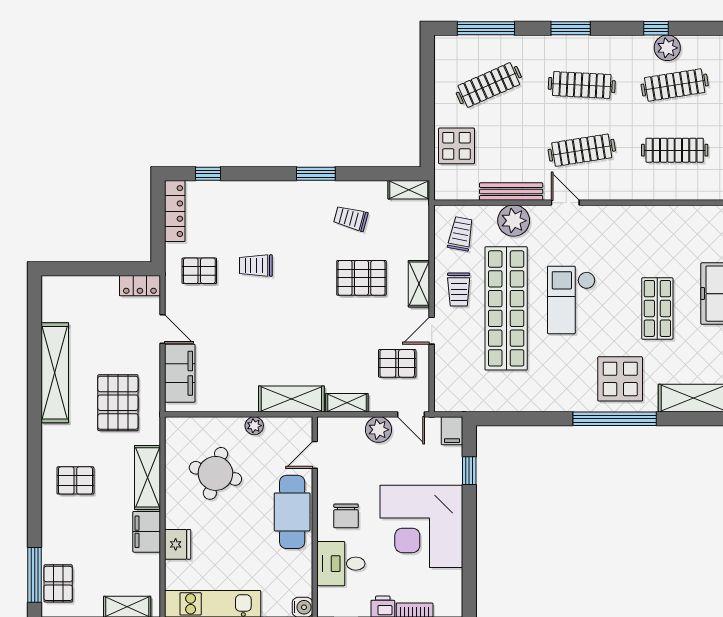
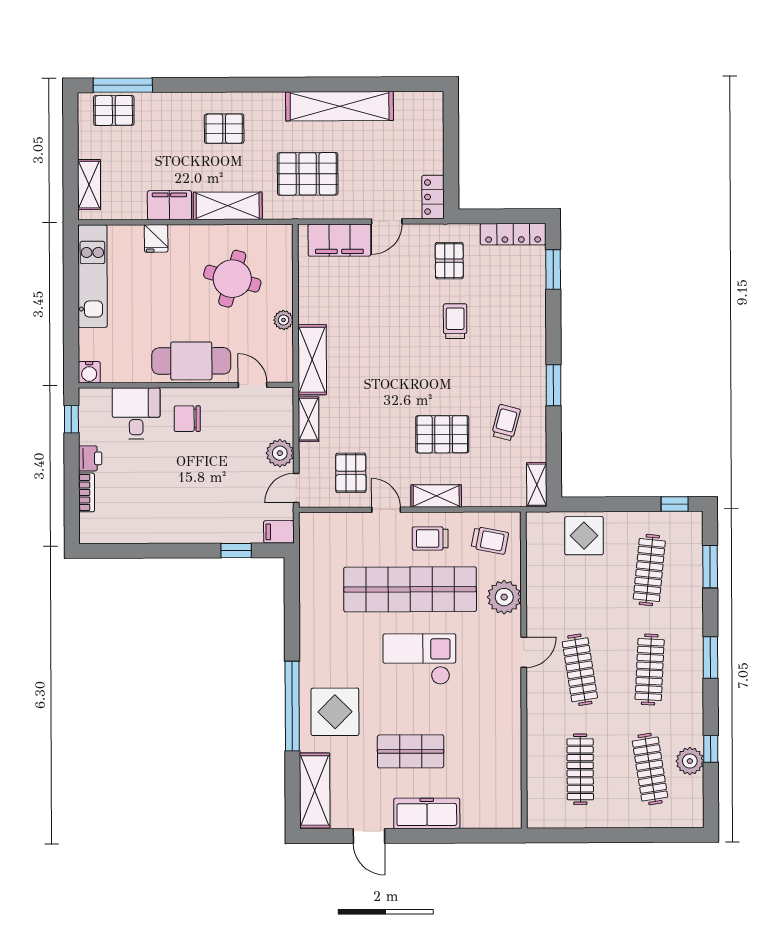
window: (486, 28) -> (710, 567), width x0.69
window: (427, 61) -> (675, 504), added
clothes rail: (489, 85) -> (649, 570), turned 30
window: (208, 174) -> (553, 269), width x1.50
bench: (511, 192) -> (535, 594), removed
pallet: (361, 278) -> (442, 434), turned 90
pallet: (75, 480) -> (224, 129), turned 90
corner desk: (421, 526) -> (176, 499), removed
fridge: (178, 544) -> (156, 238), width x0.72

